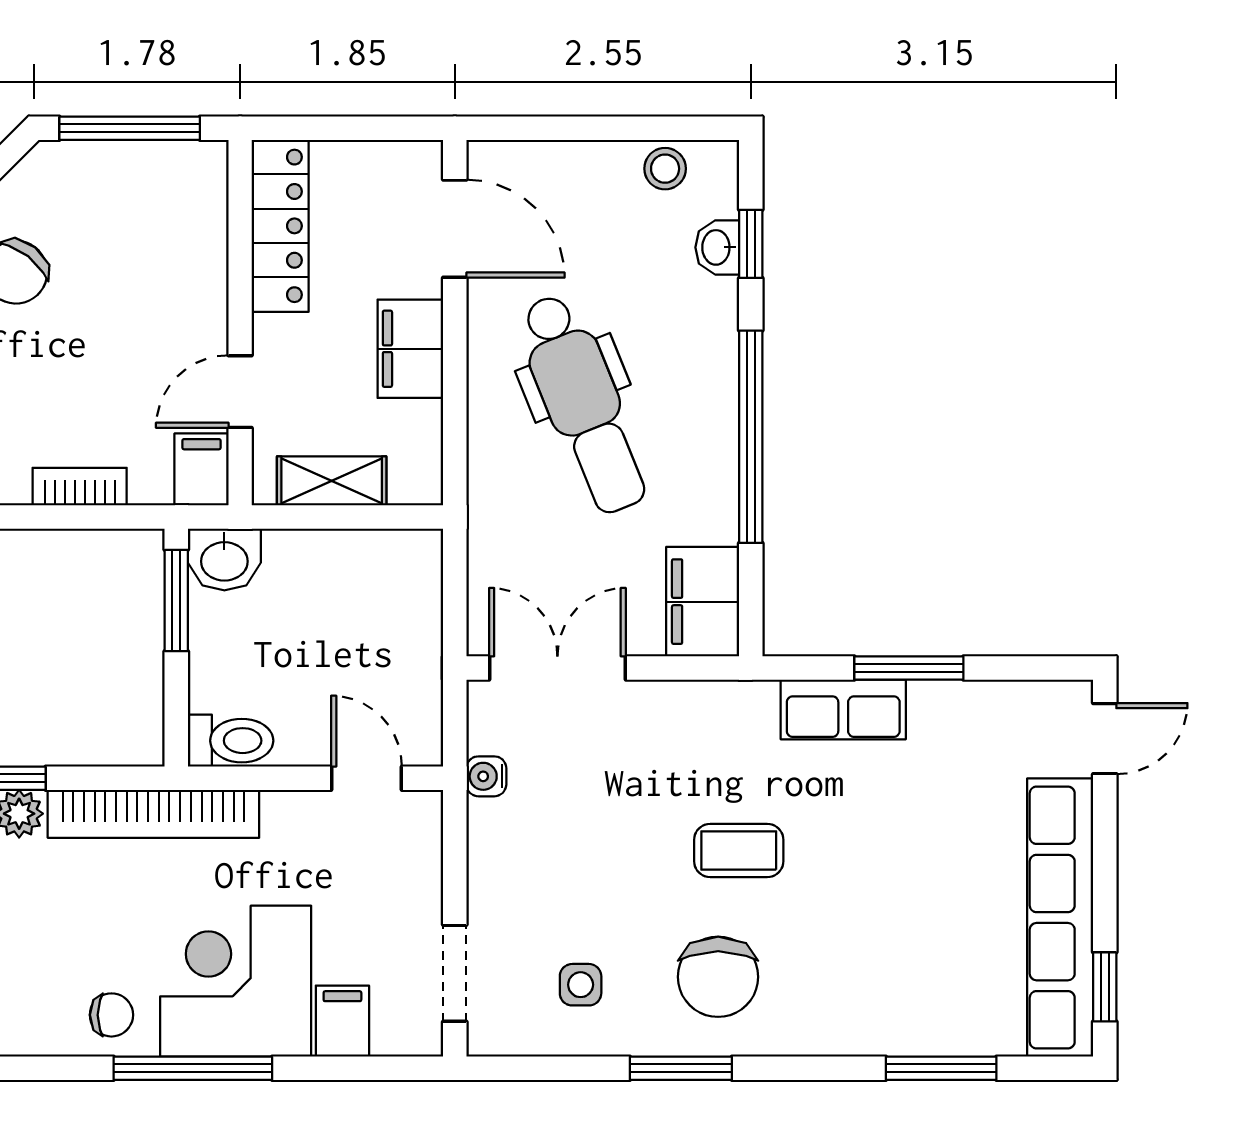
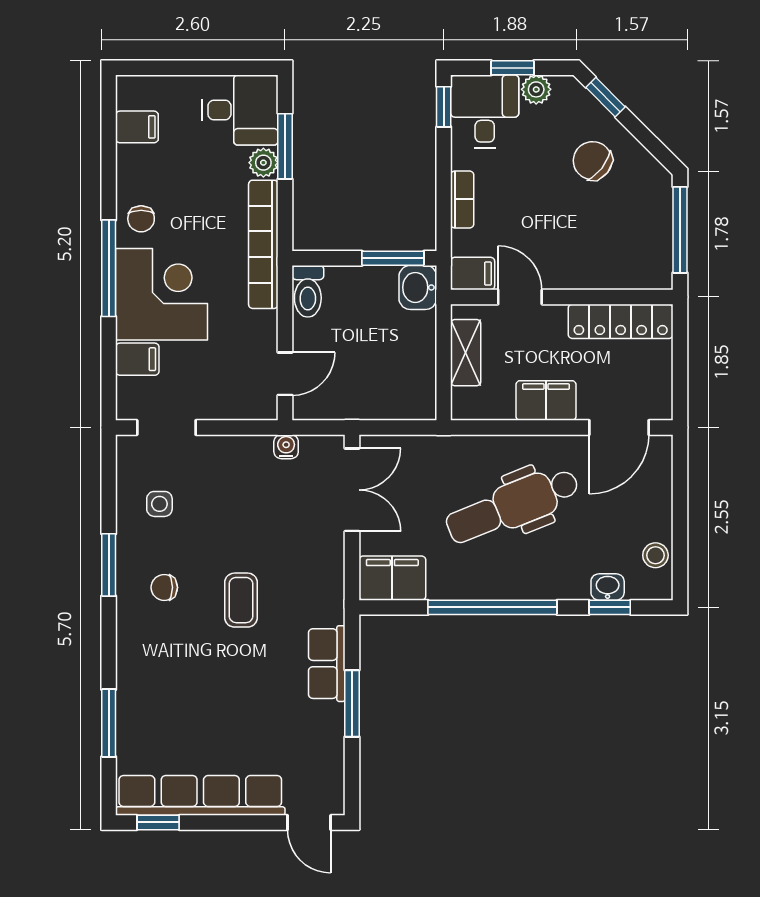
chair: (718, 977) -> (164, 587), width x0.54, depth x0.54

